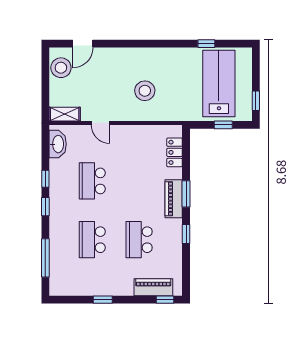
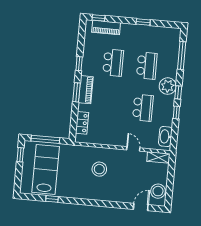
lab bench: (219, 83) -> (46, 169), turned 180
window: (223, 125) -> (45, 139), width x2.17
plant: (61, 214) -> (168, 86), added

